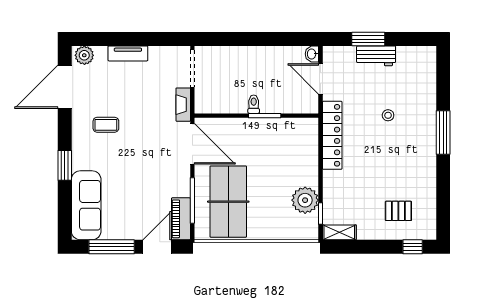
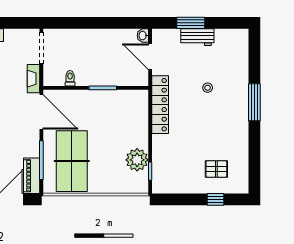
toilet: (254, 104) -> (70, 78), moved
shelving: (339, 232) -> (166, 187), removed
window: (413, 247) -> (216, 199), moved

